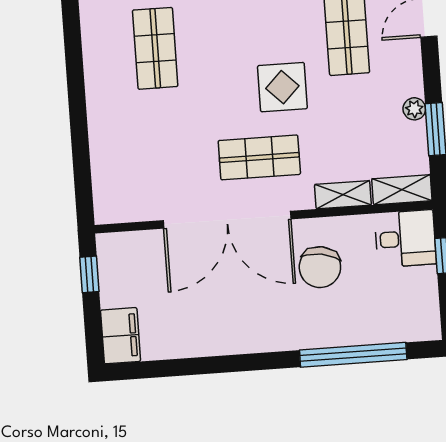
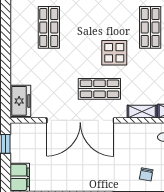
freezer: (112, 191) -> (20, 101), added
chair: (320, 267) -> (146, 174), moved, width x0.54, depth x0.54

